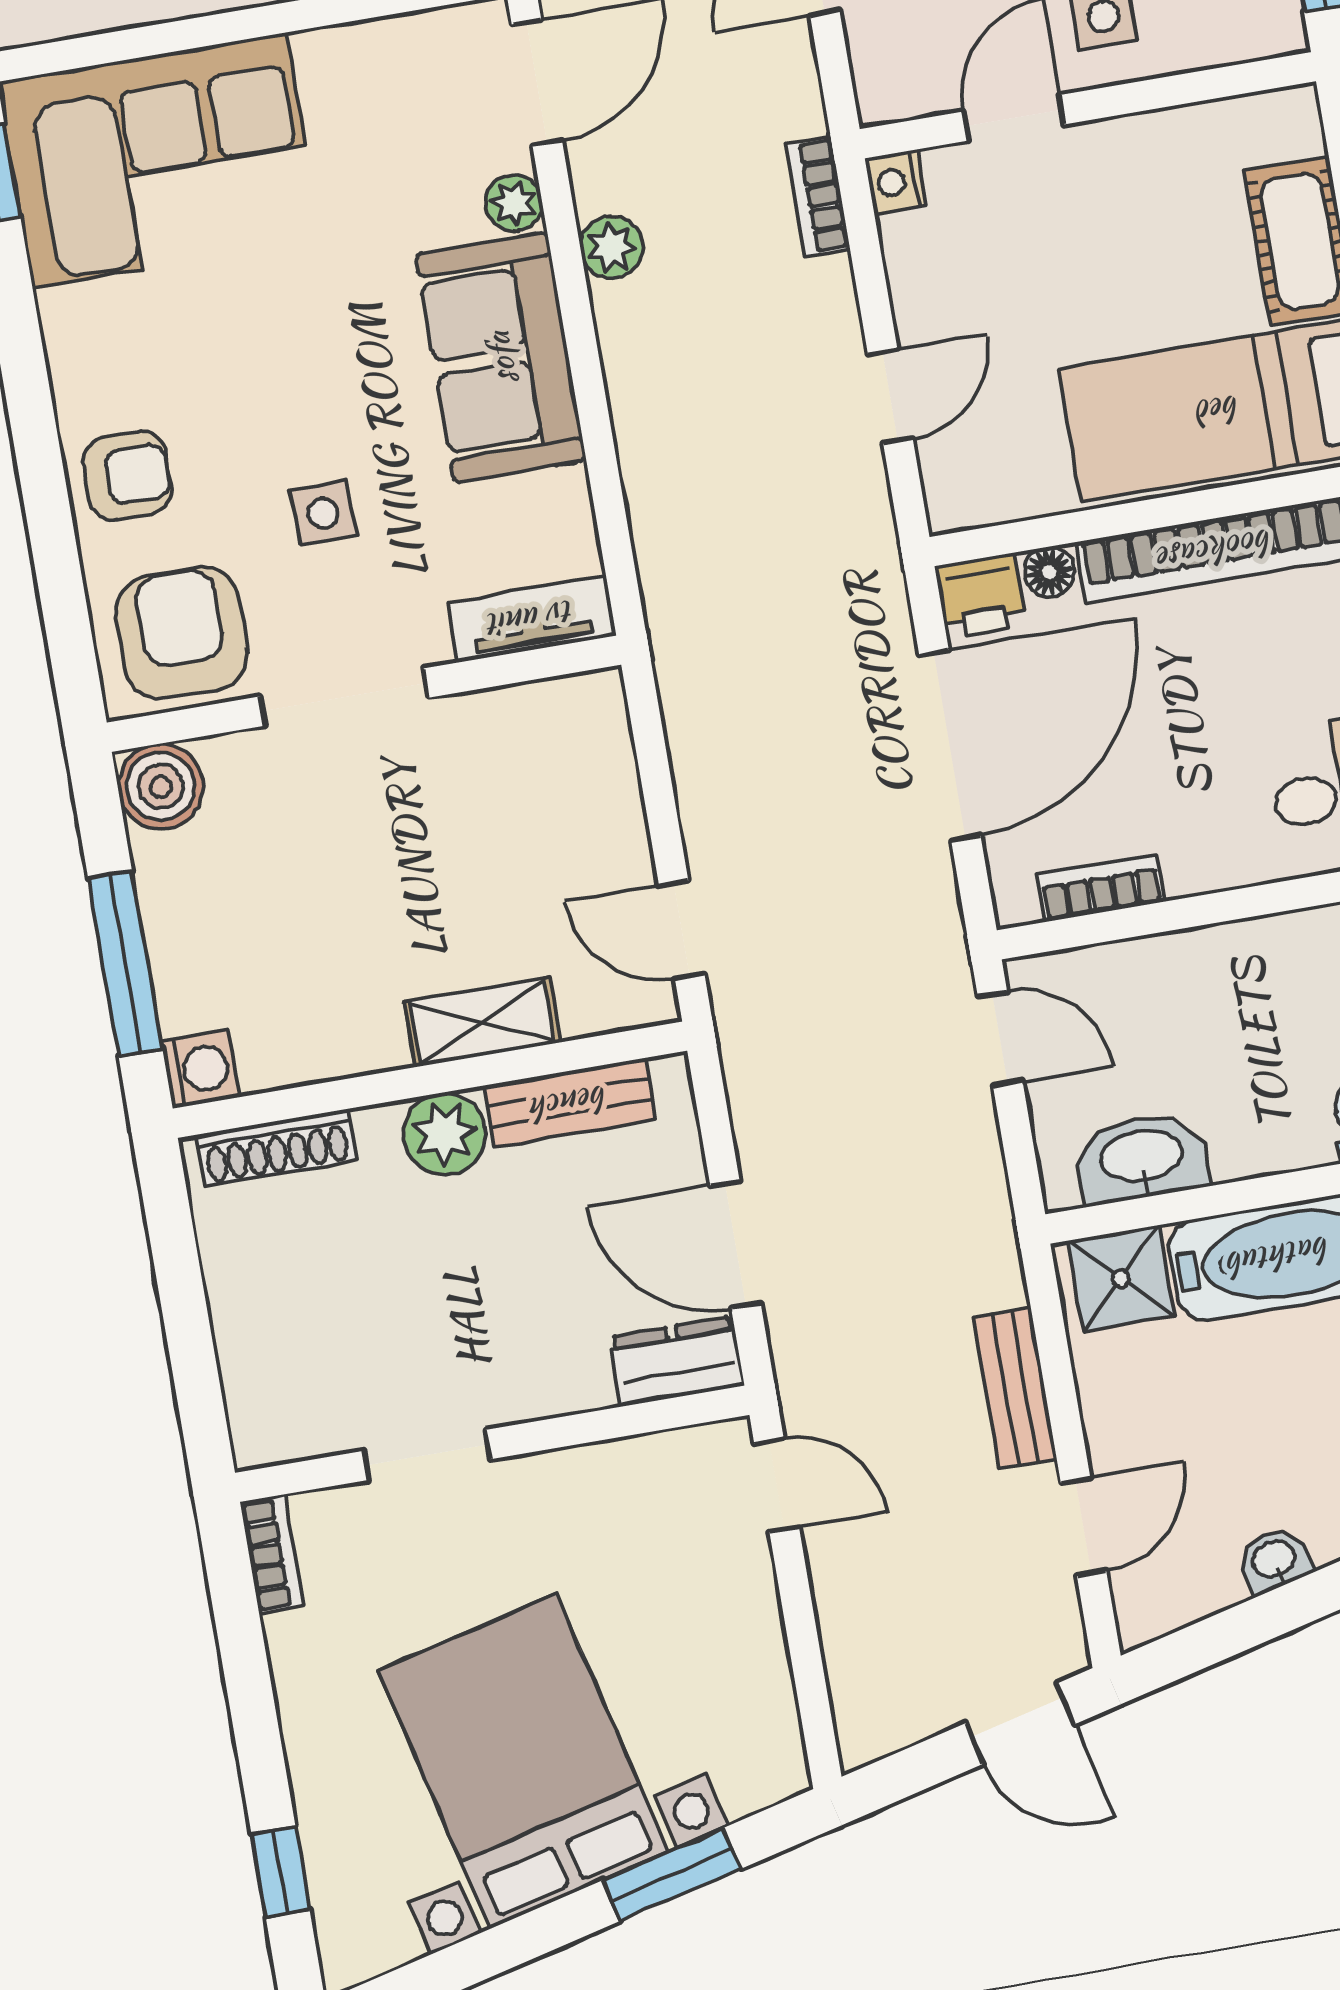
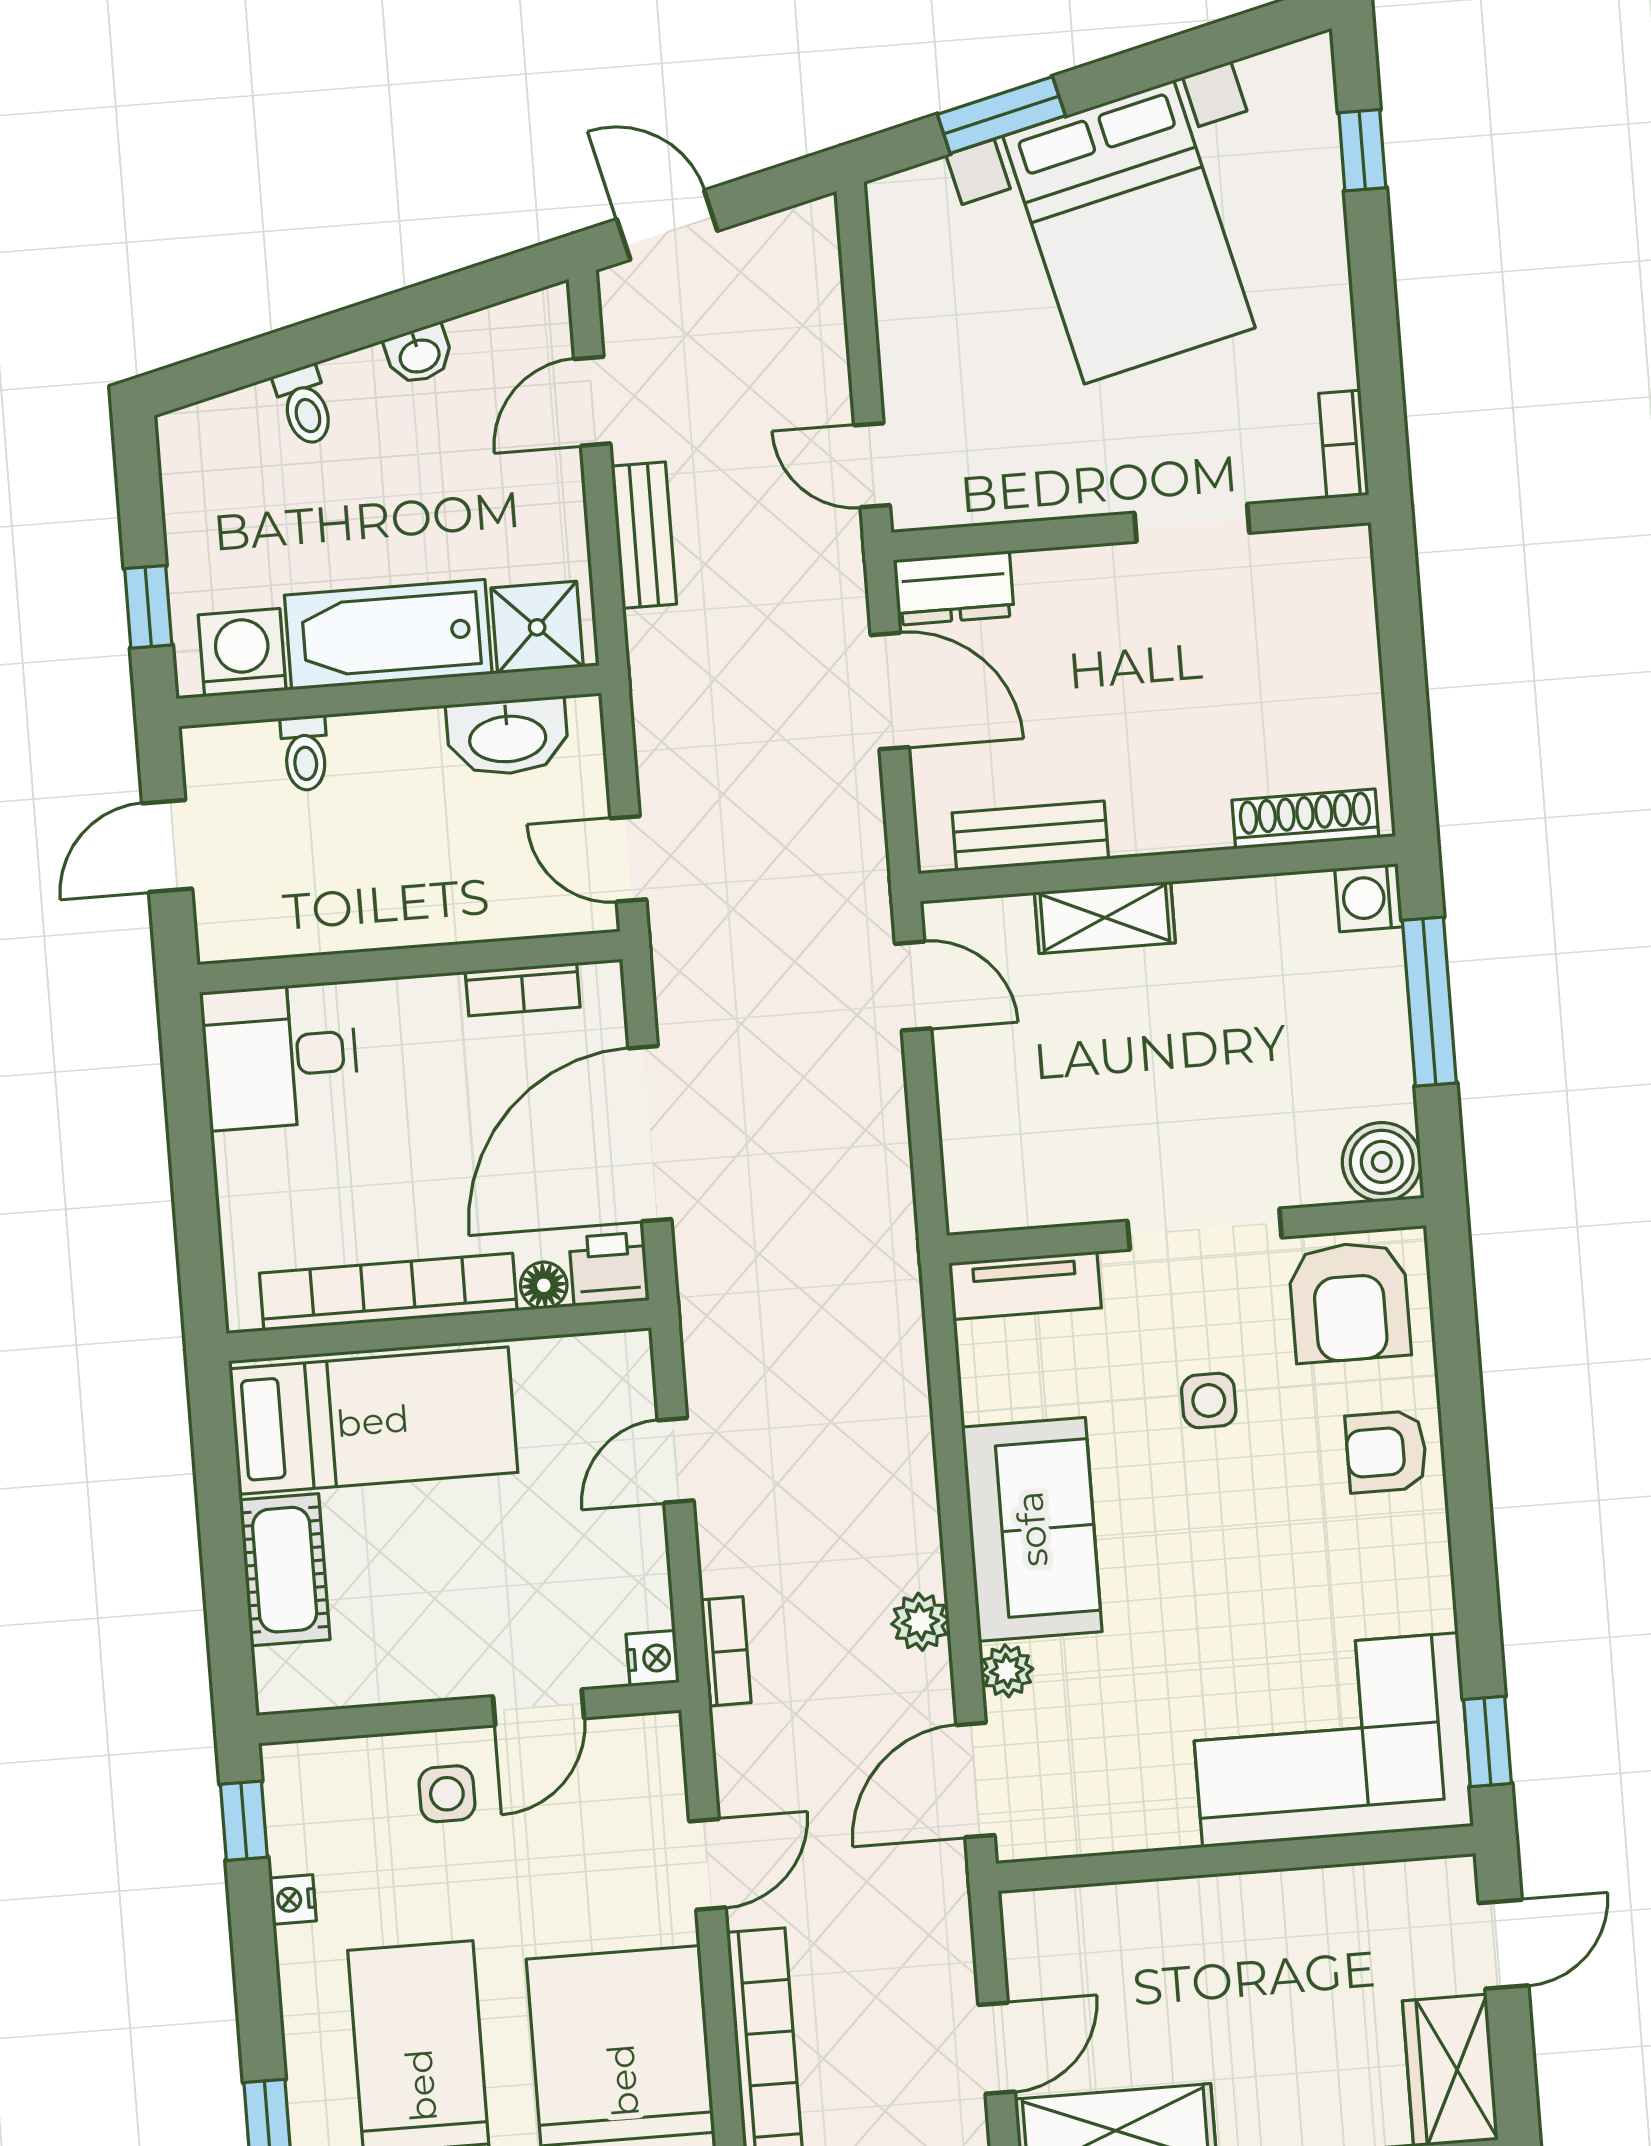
plant: (445, 1134) -> (1149, 818), removed

